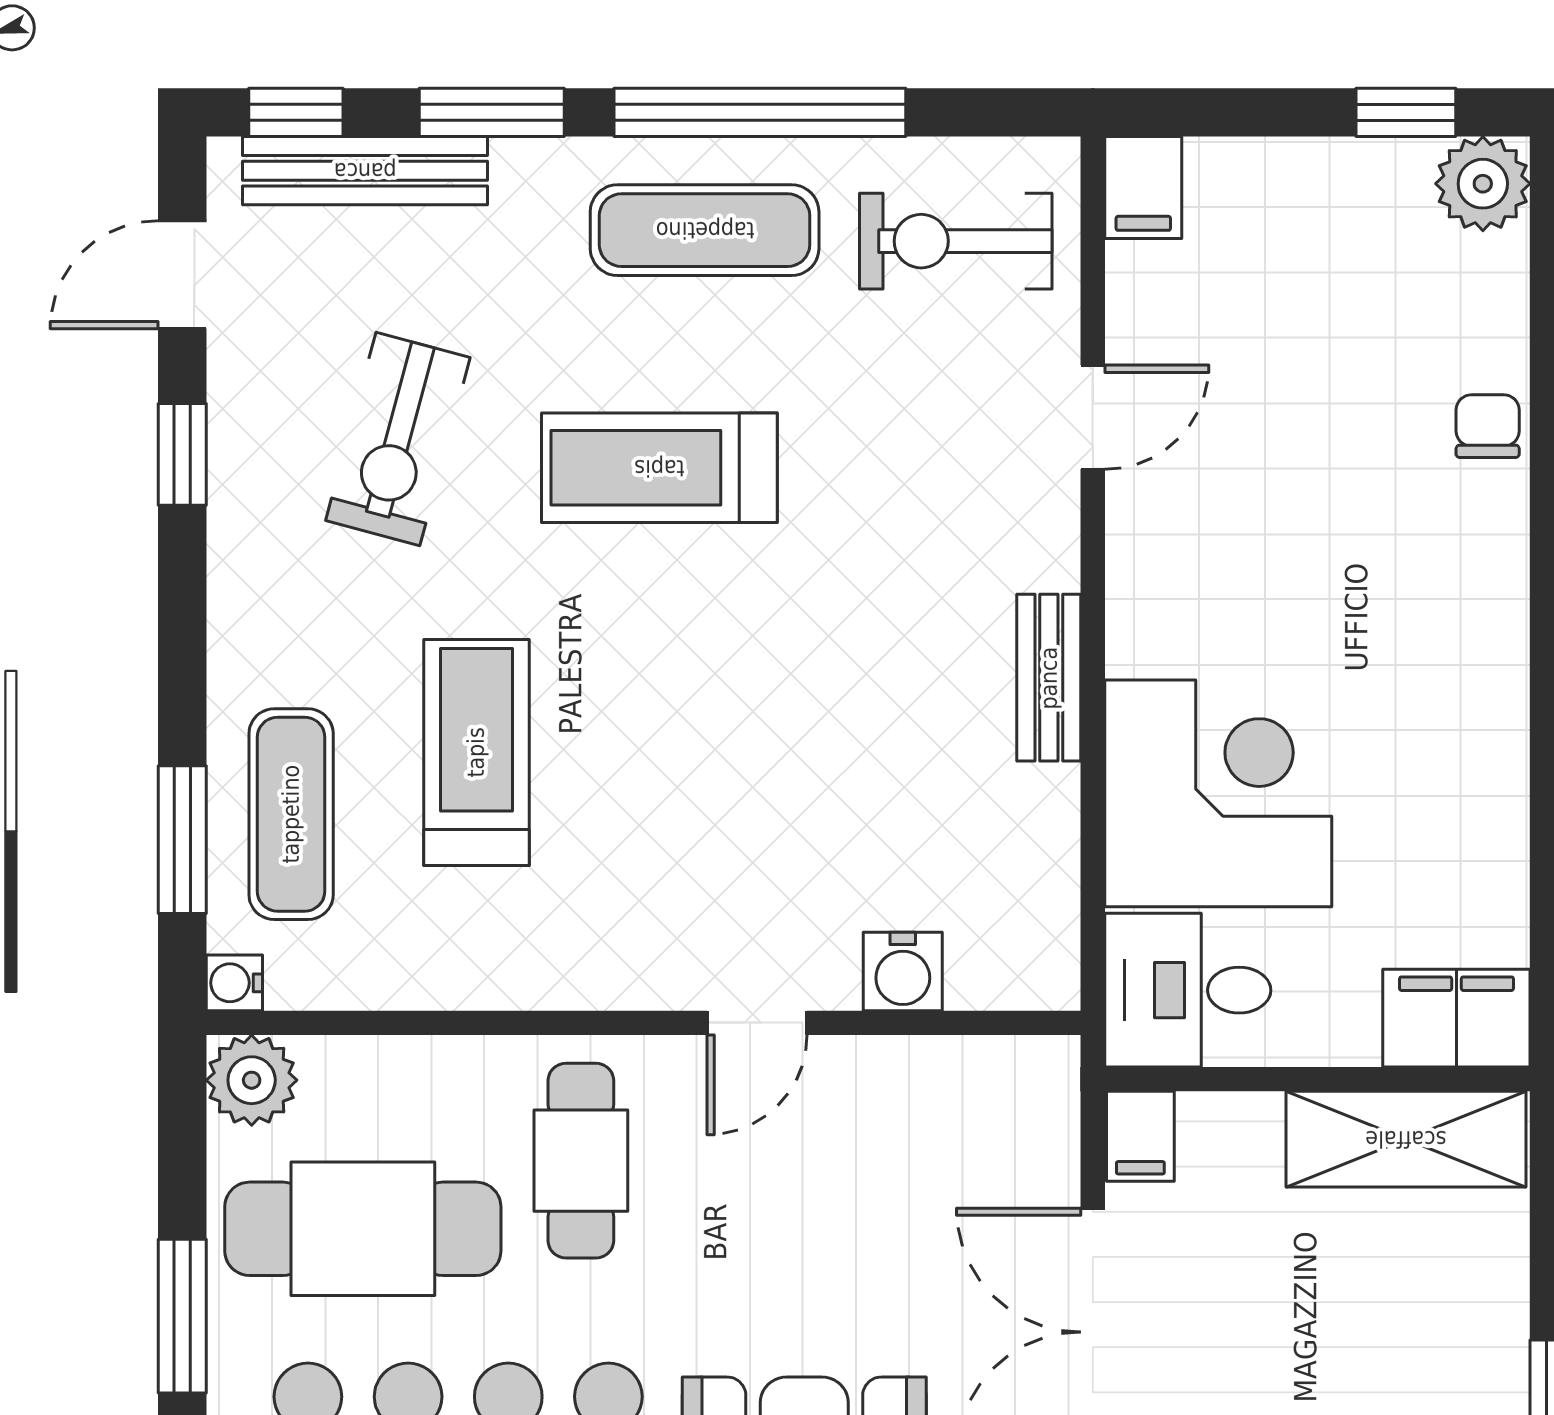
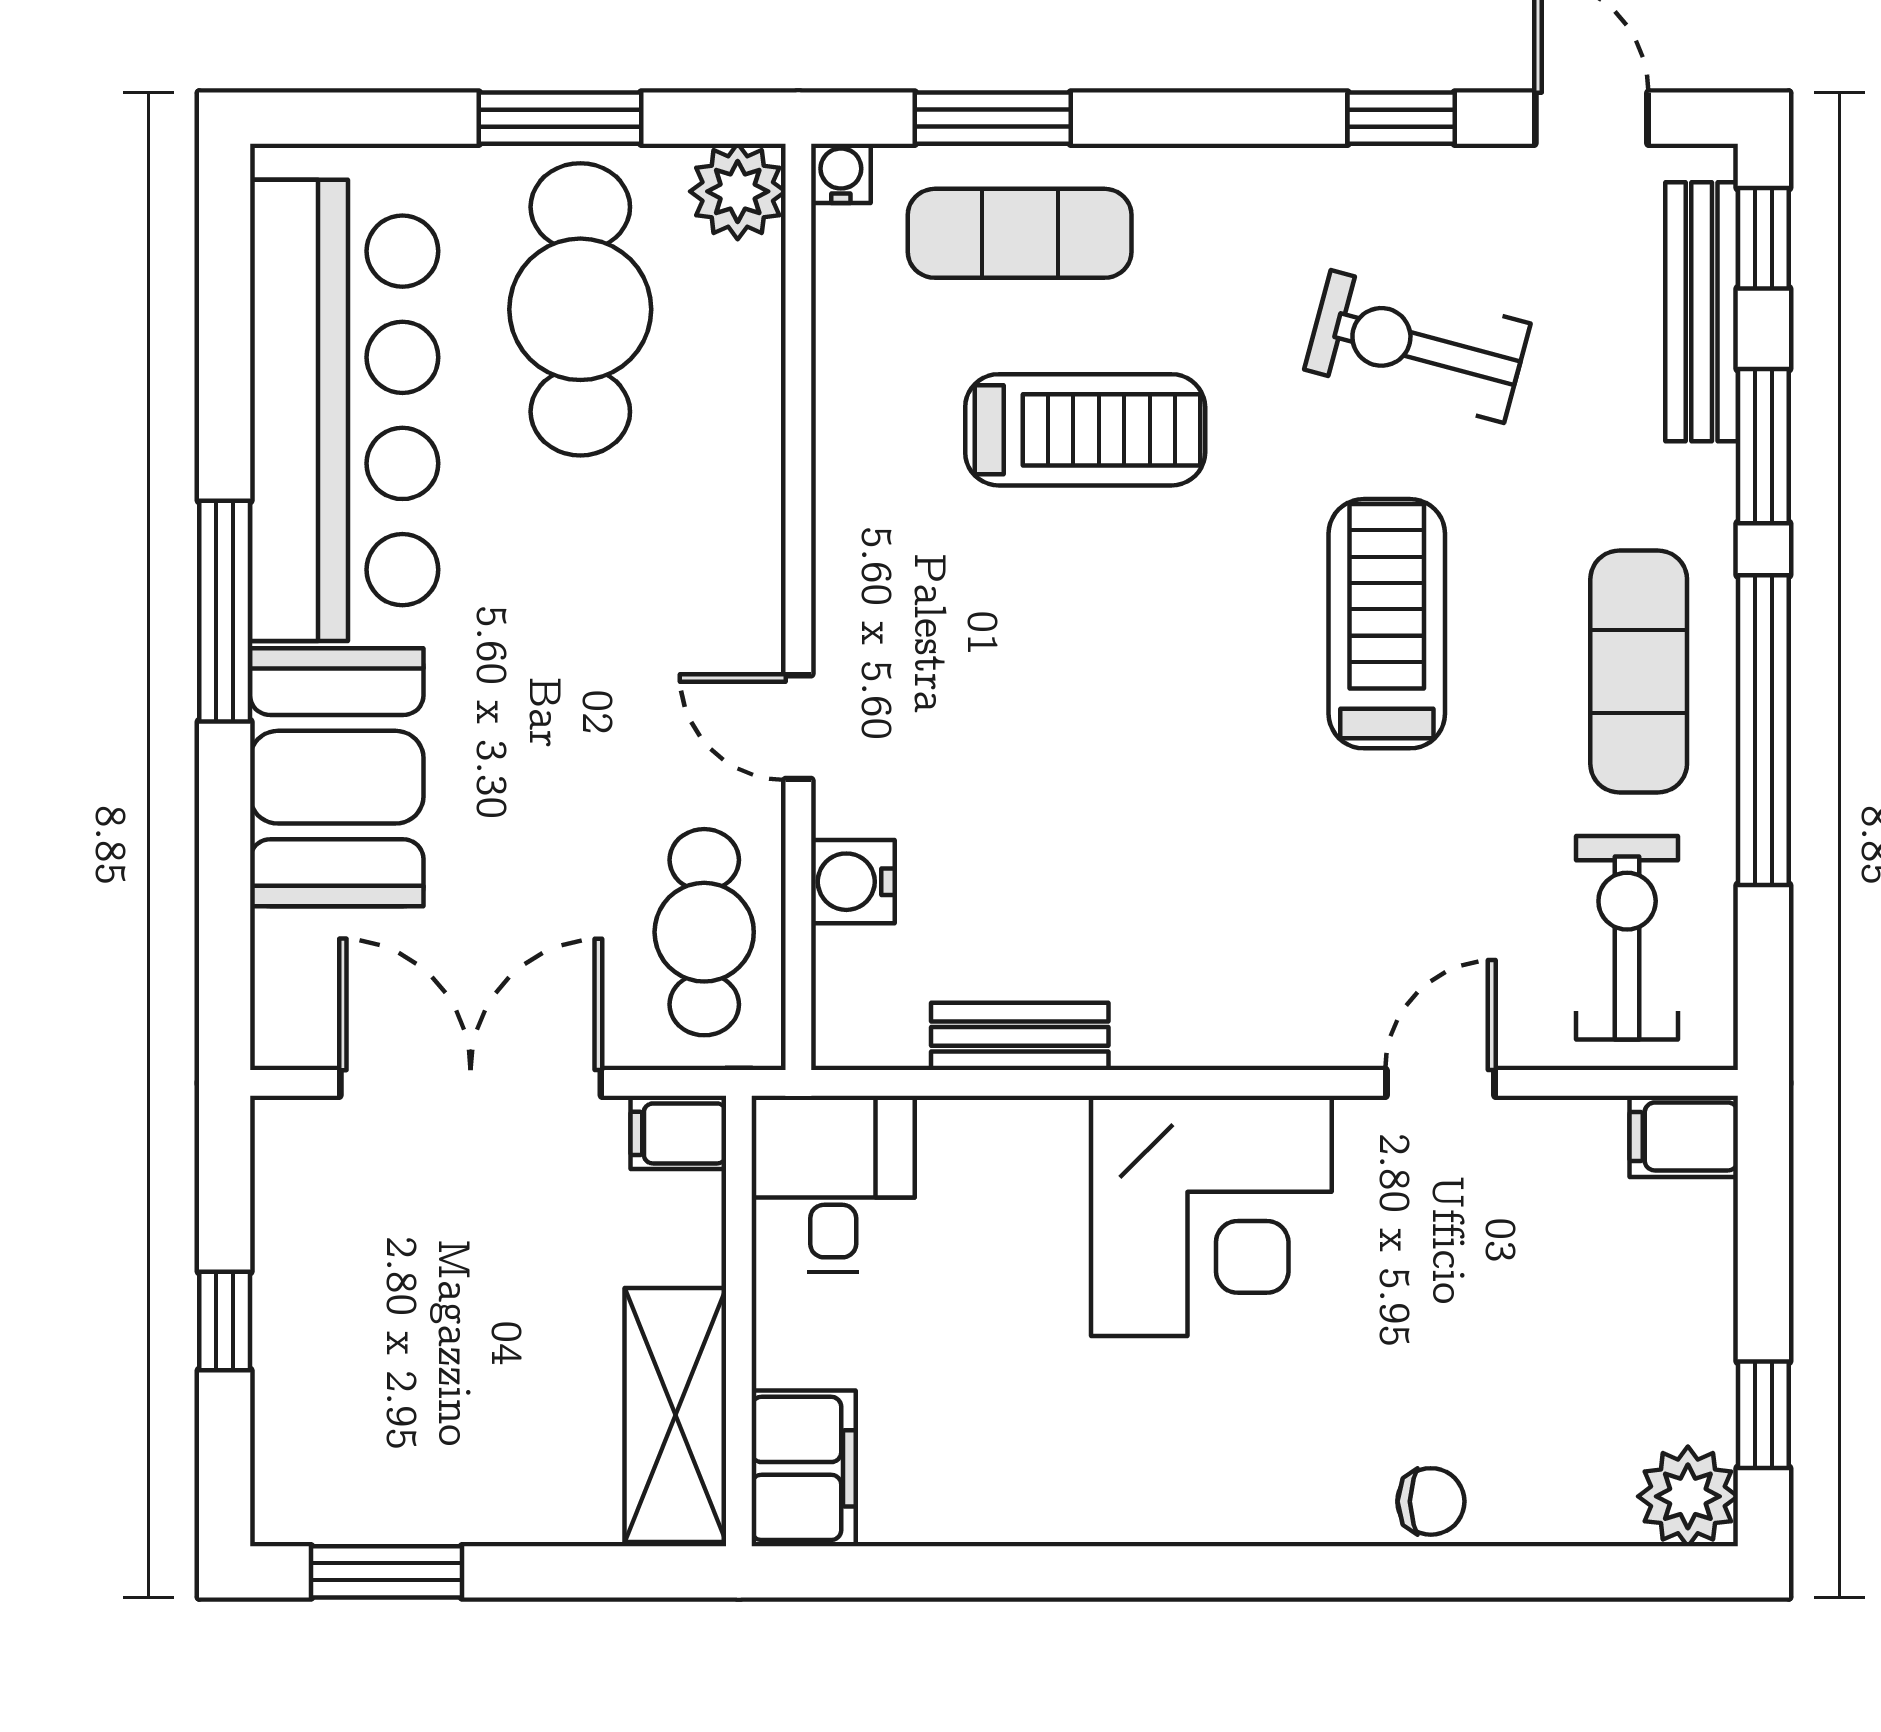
door: (1093, 417) -> (1440, 1083), swing flipped
bench: (1049, 678) -> (1020, 1036), moved
corner desk: (1218, 793) -> (1211, 1216), moved
cafe table: (581, 1161) -> (704, 932), moved, turned 90
window: (182, 1316) -> (560, 118), moved

